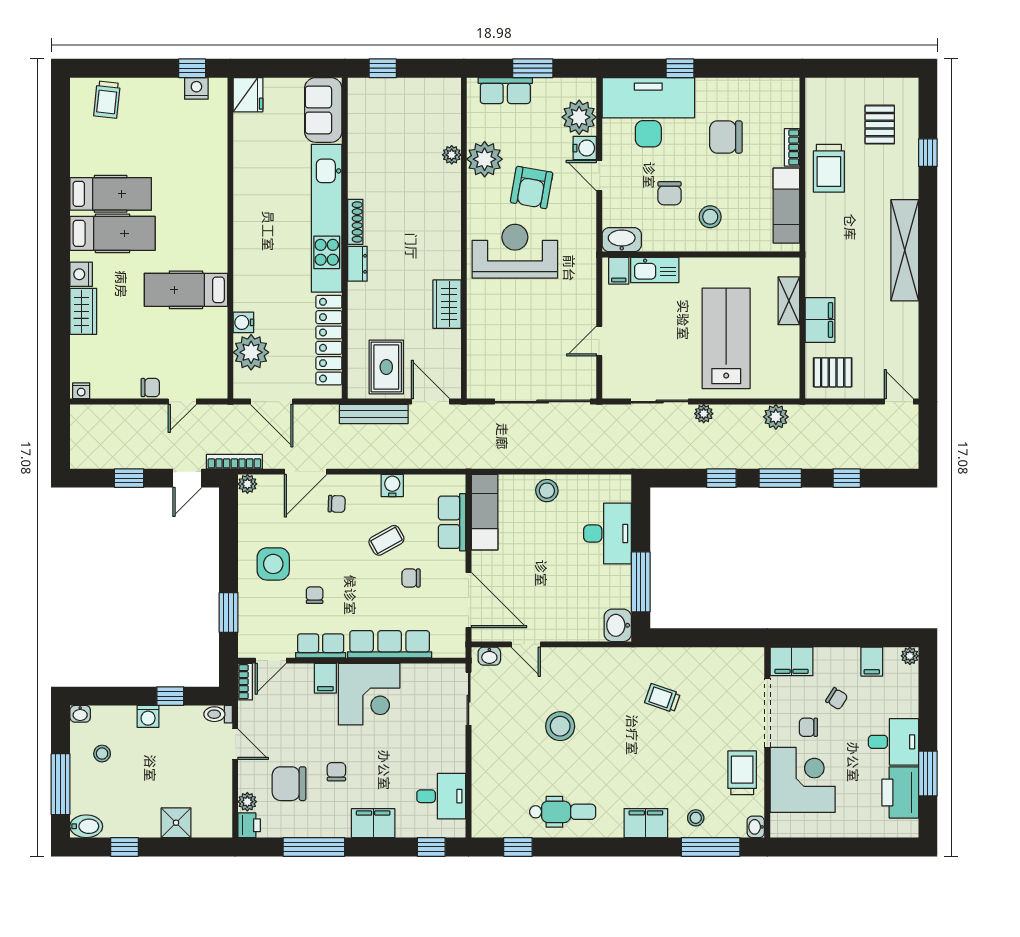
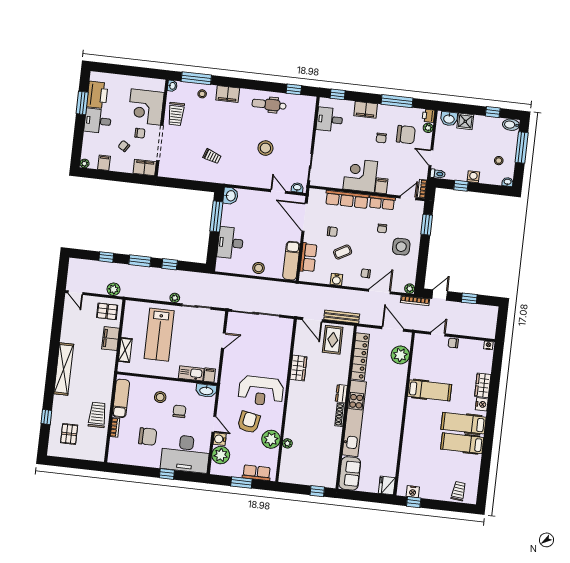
water cooler: (243, 322) -> (402, 371), removed
plant: (776, 417) -> (114, 289), moved
washbasin: (209, 824) -> (449, 119), added

